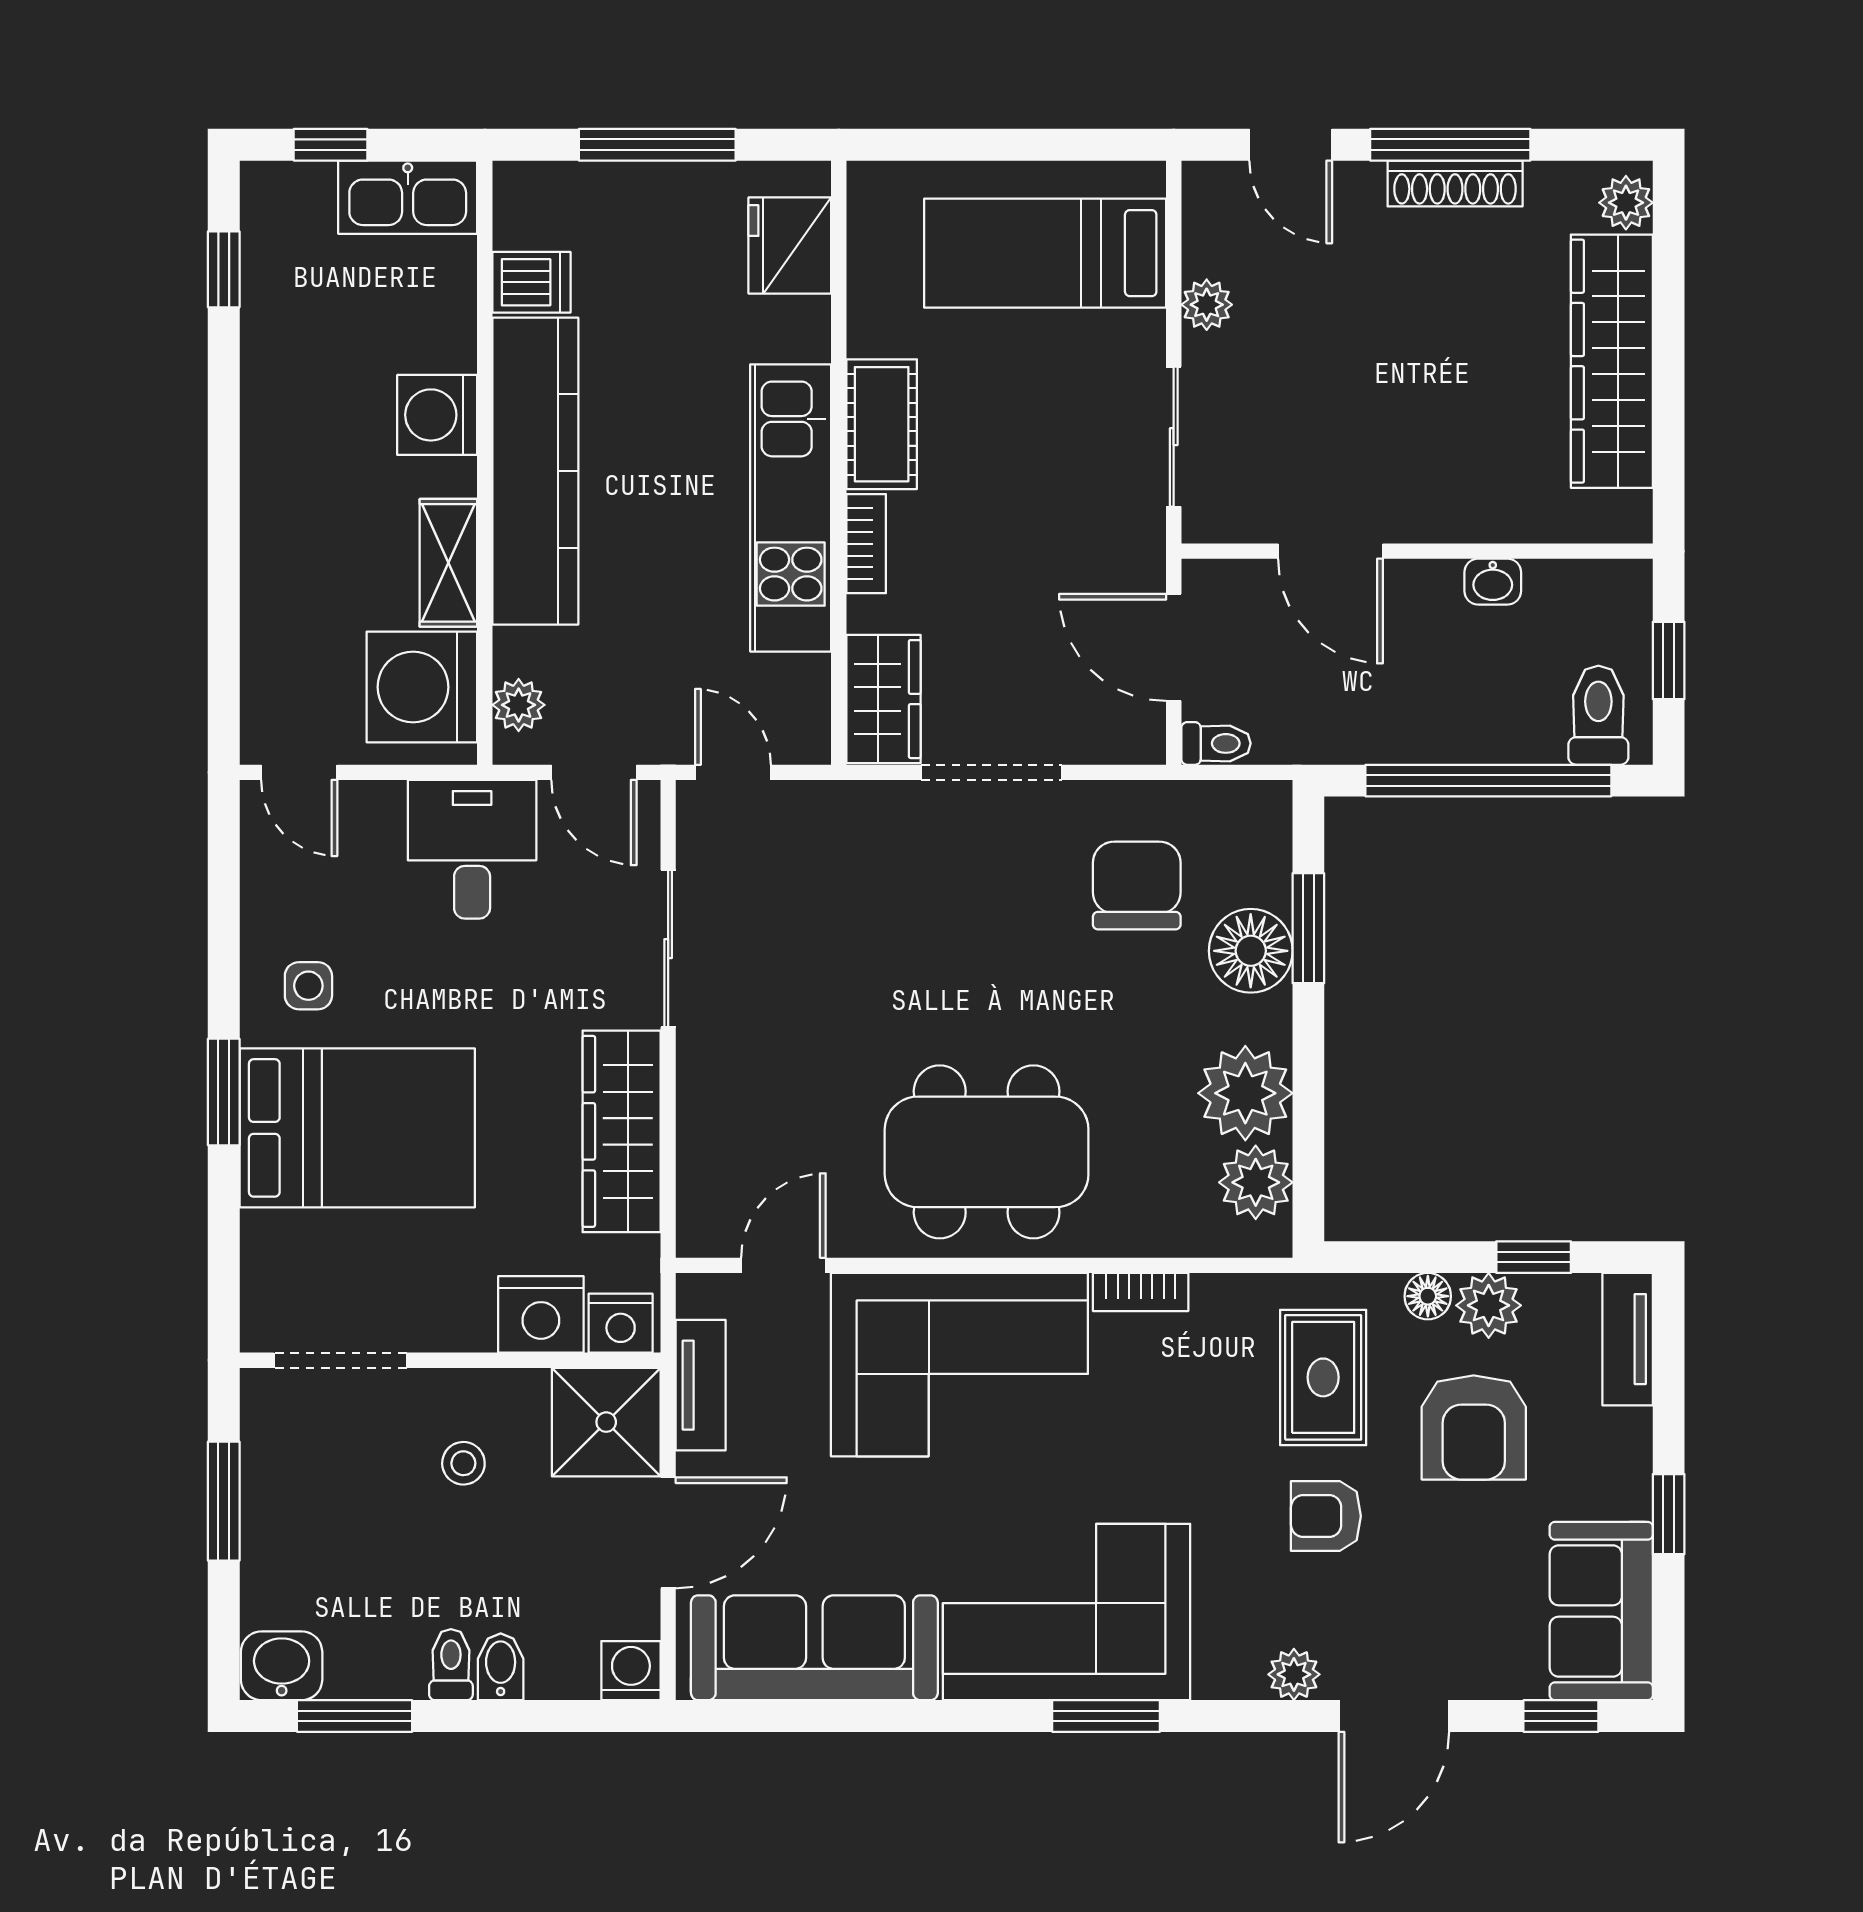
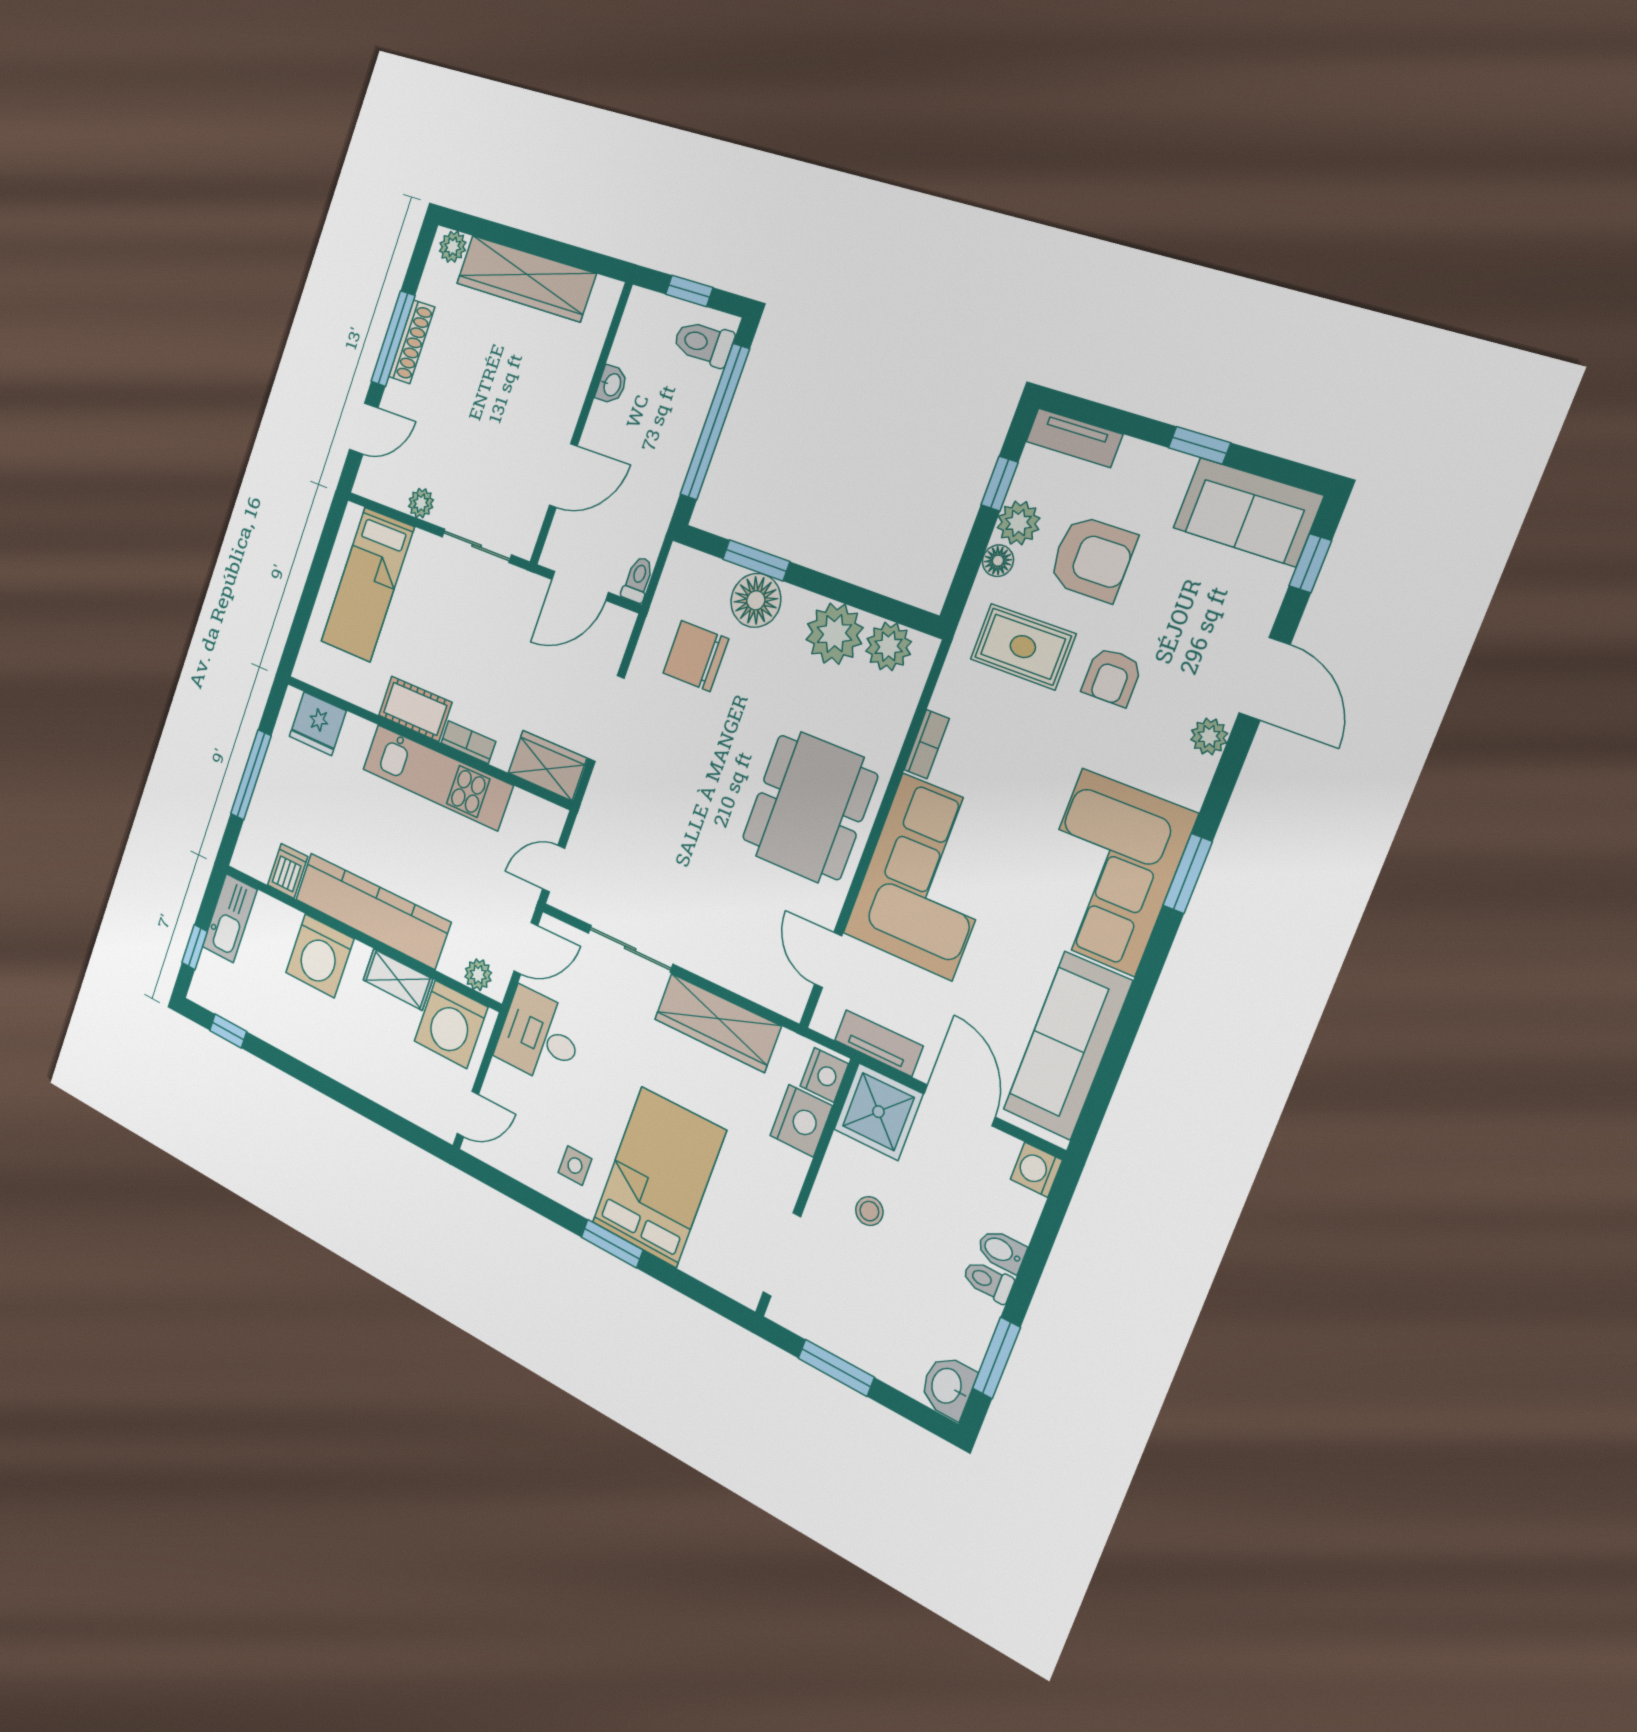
washing machine: (437, 415) -> (320, 956), width x1.37, depth x1.37

